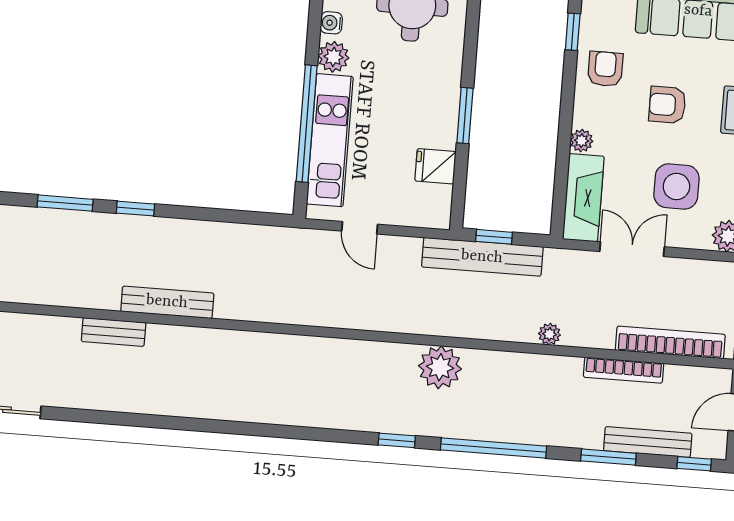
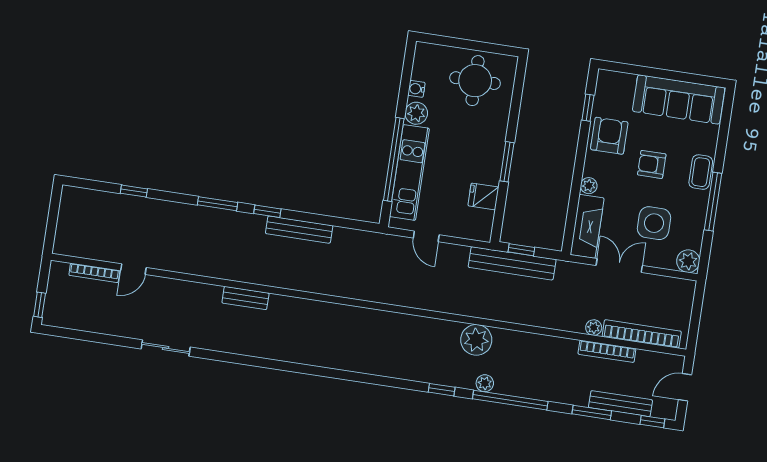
armchair: (605, 69) -> (609, 136), width x1.38, depth x1.38
bench: (167, 302) -> (299, 230), moved
plant: (549, 334) -> (594, 328), moved
plant: (456, 427) -> (485, 383), added

